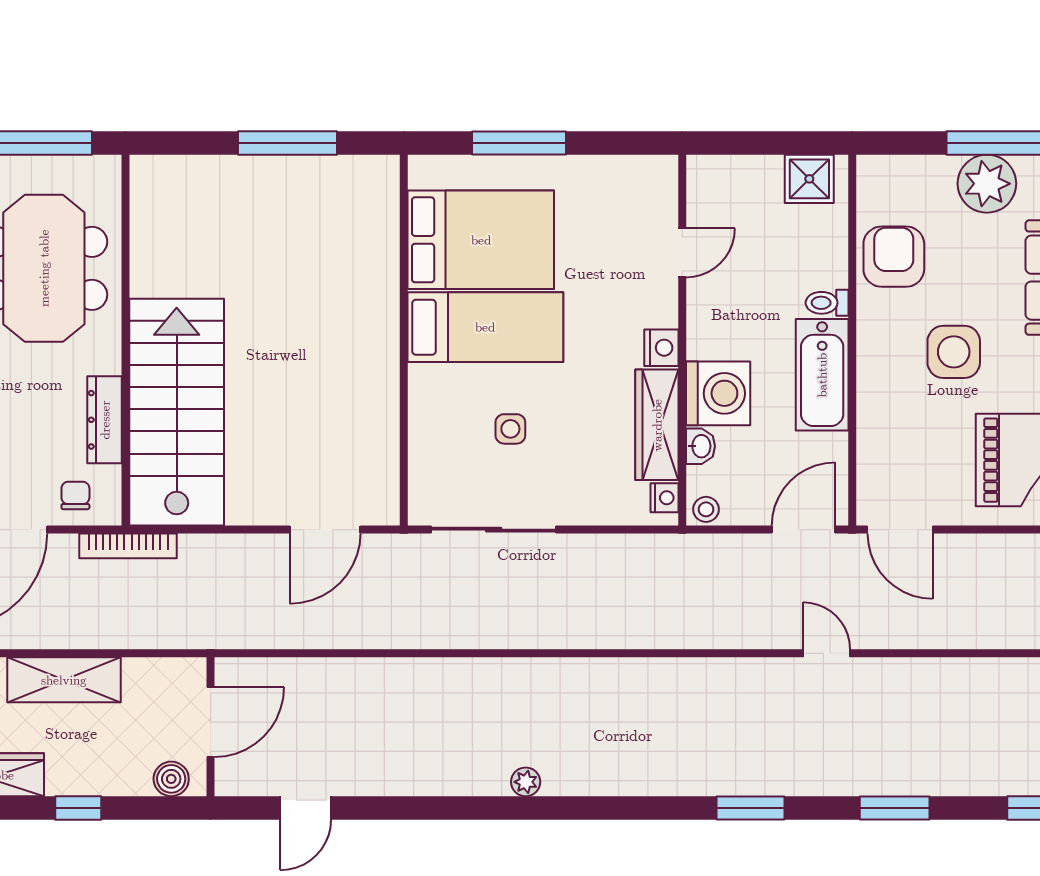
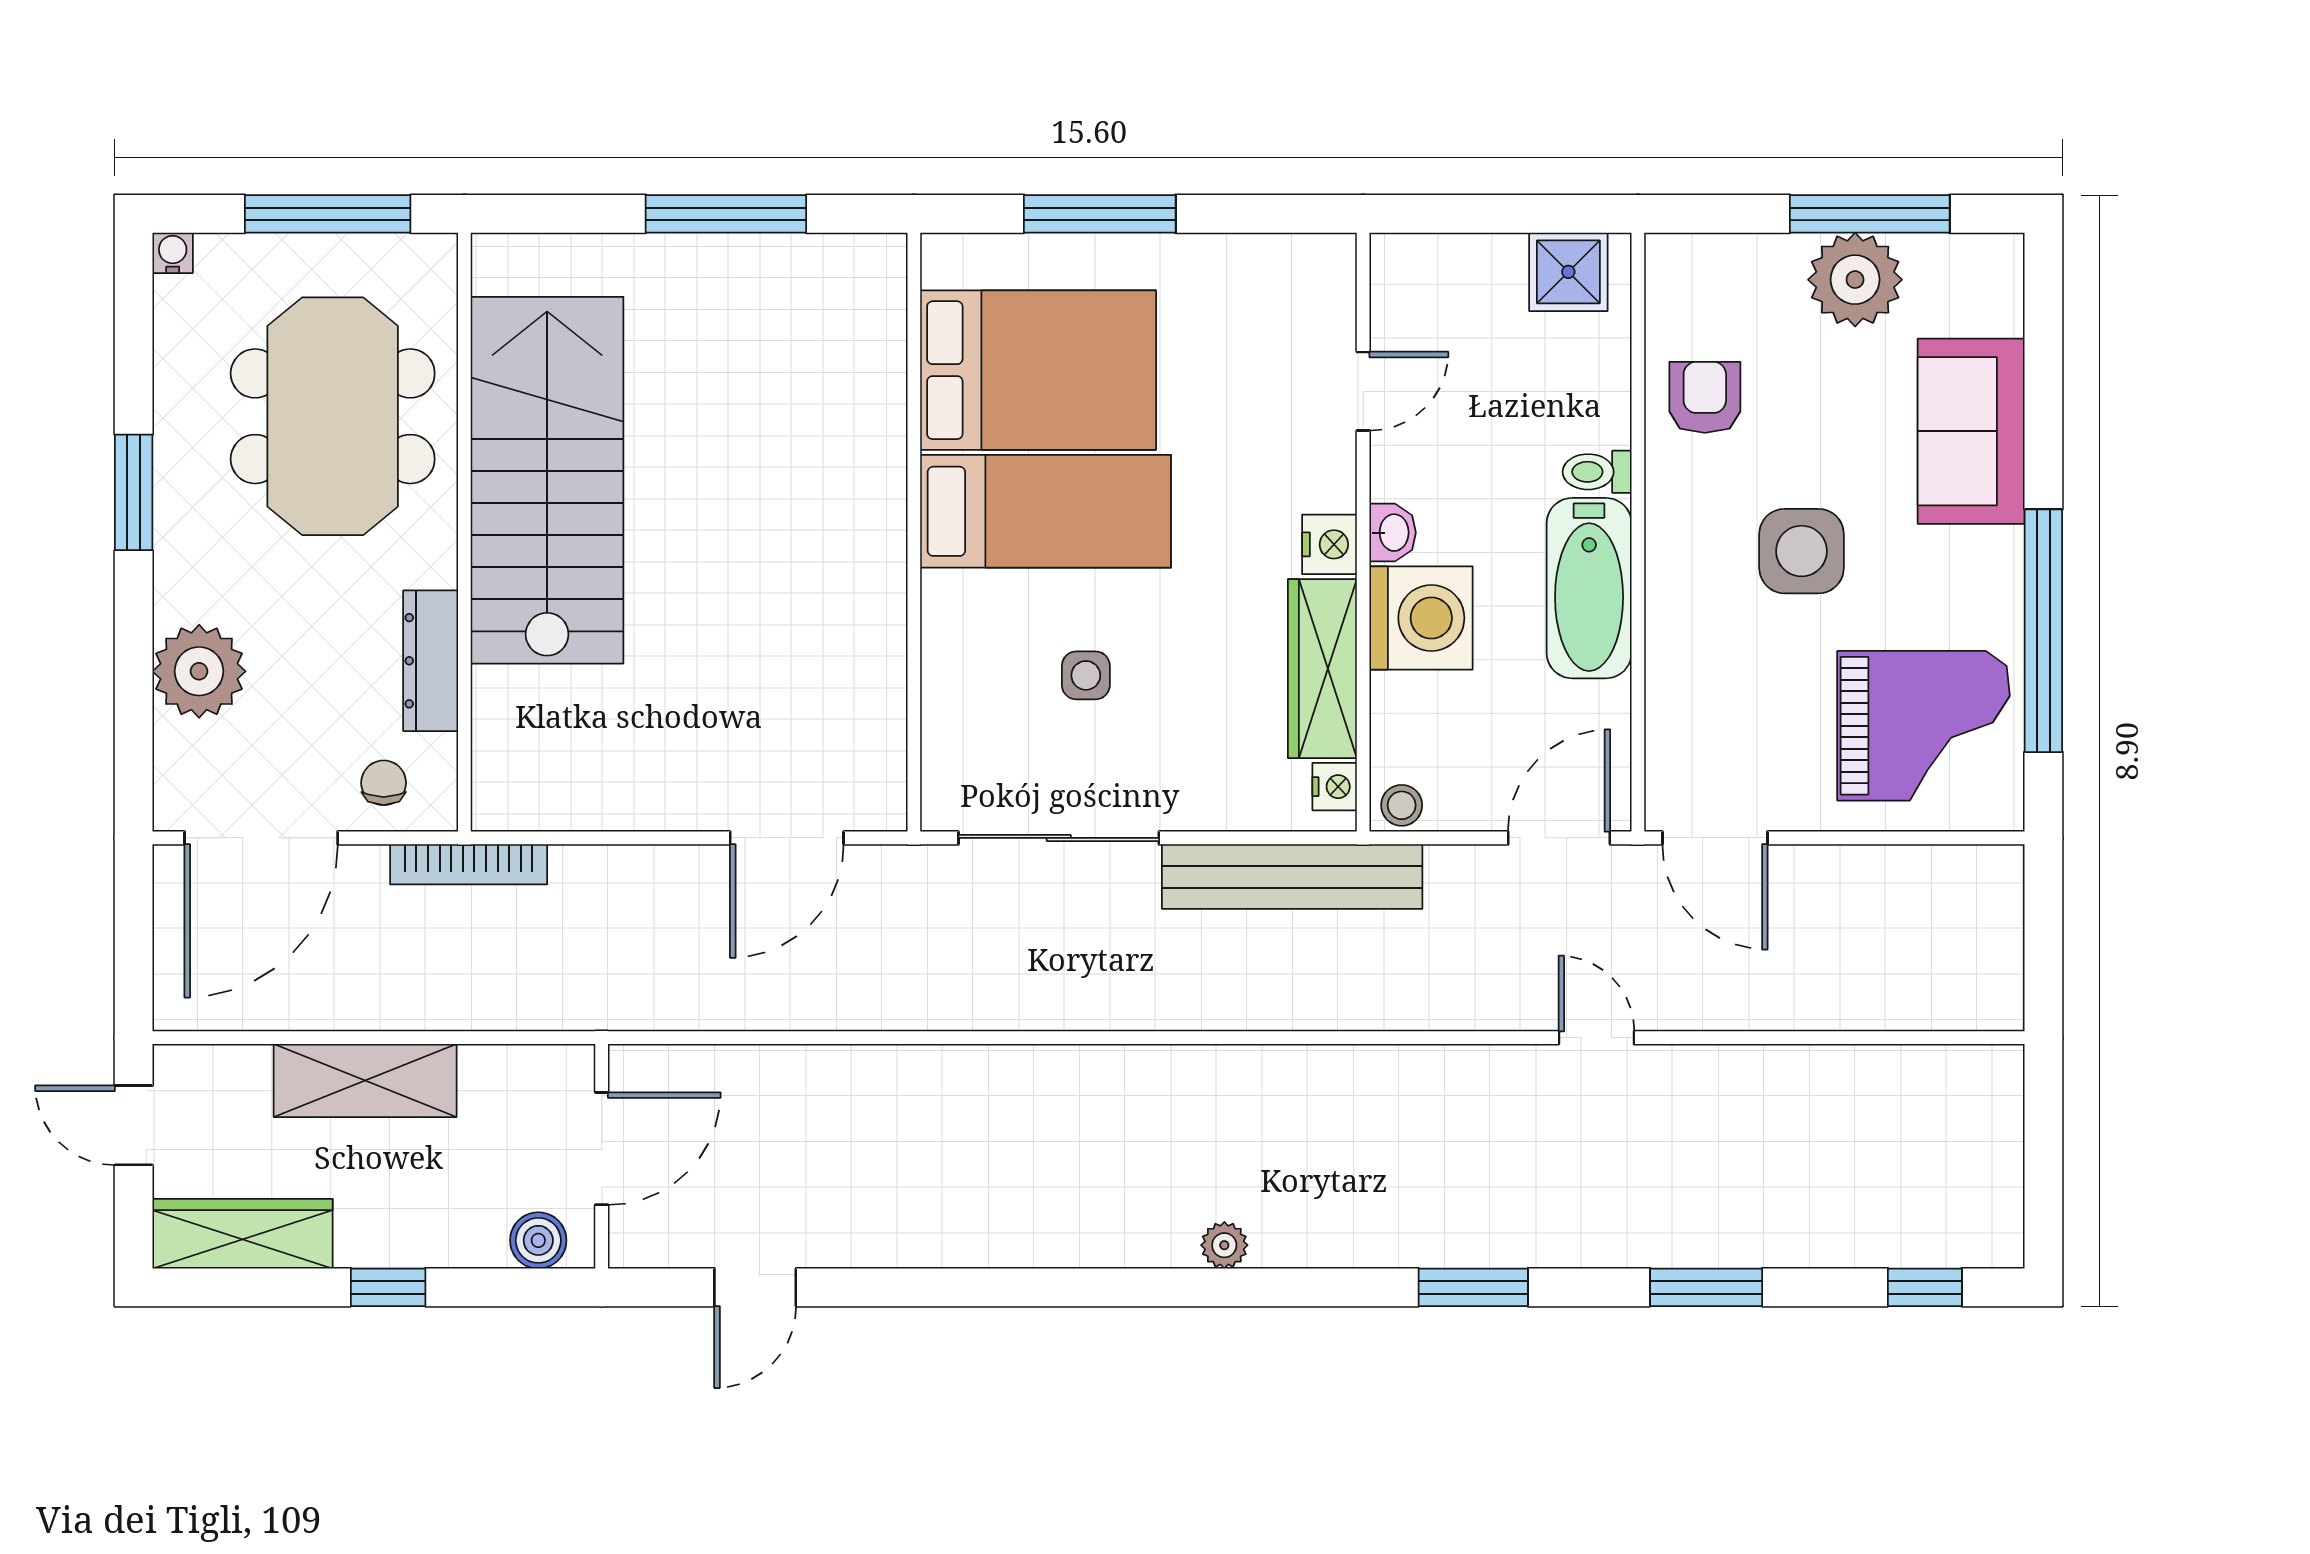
armchair: (894, 257) -> (1705, 397), width x0.72, depth x0.72
stairs: (177, 412) -> (547, 480), moved
washbasin: (700, 446) -> (1393, 533), moved
bench: (638, 554) -> (1292, 877), added
plant: (526, 782) -> (1224, 1245), moved

